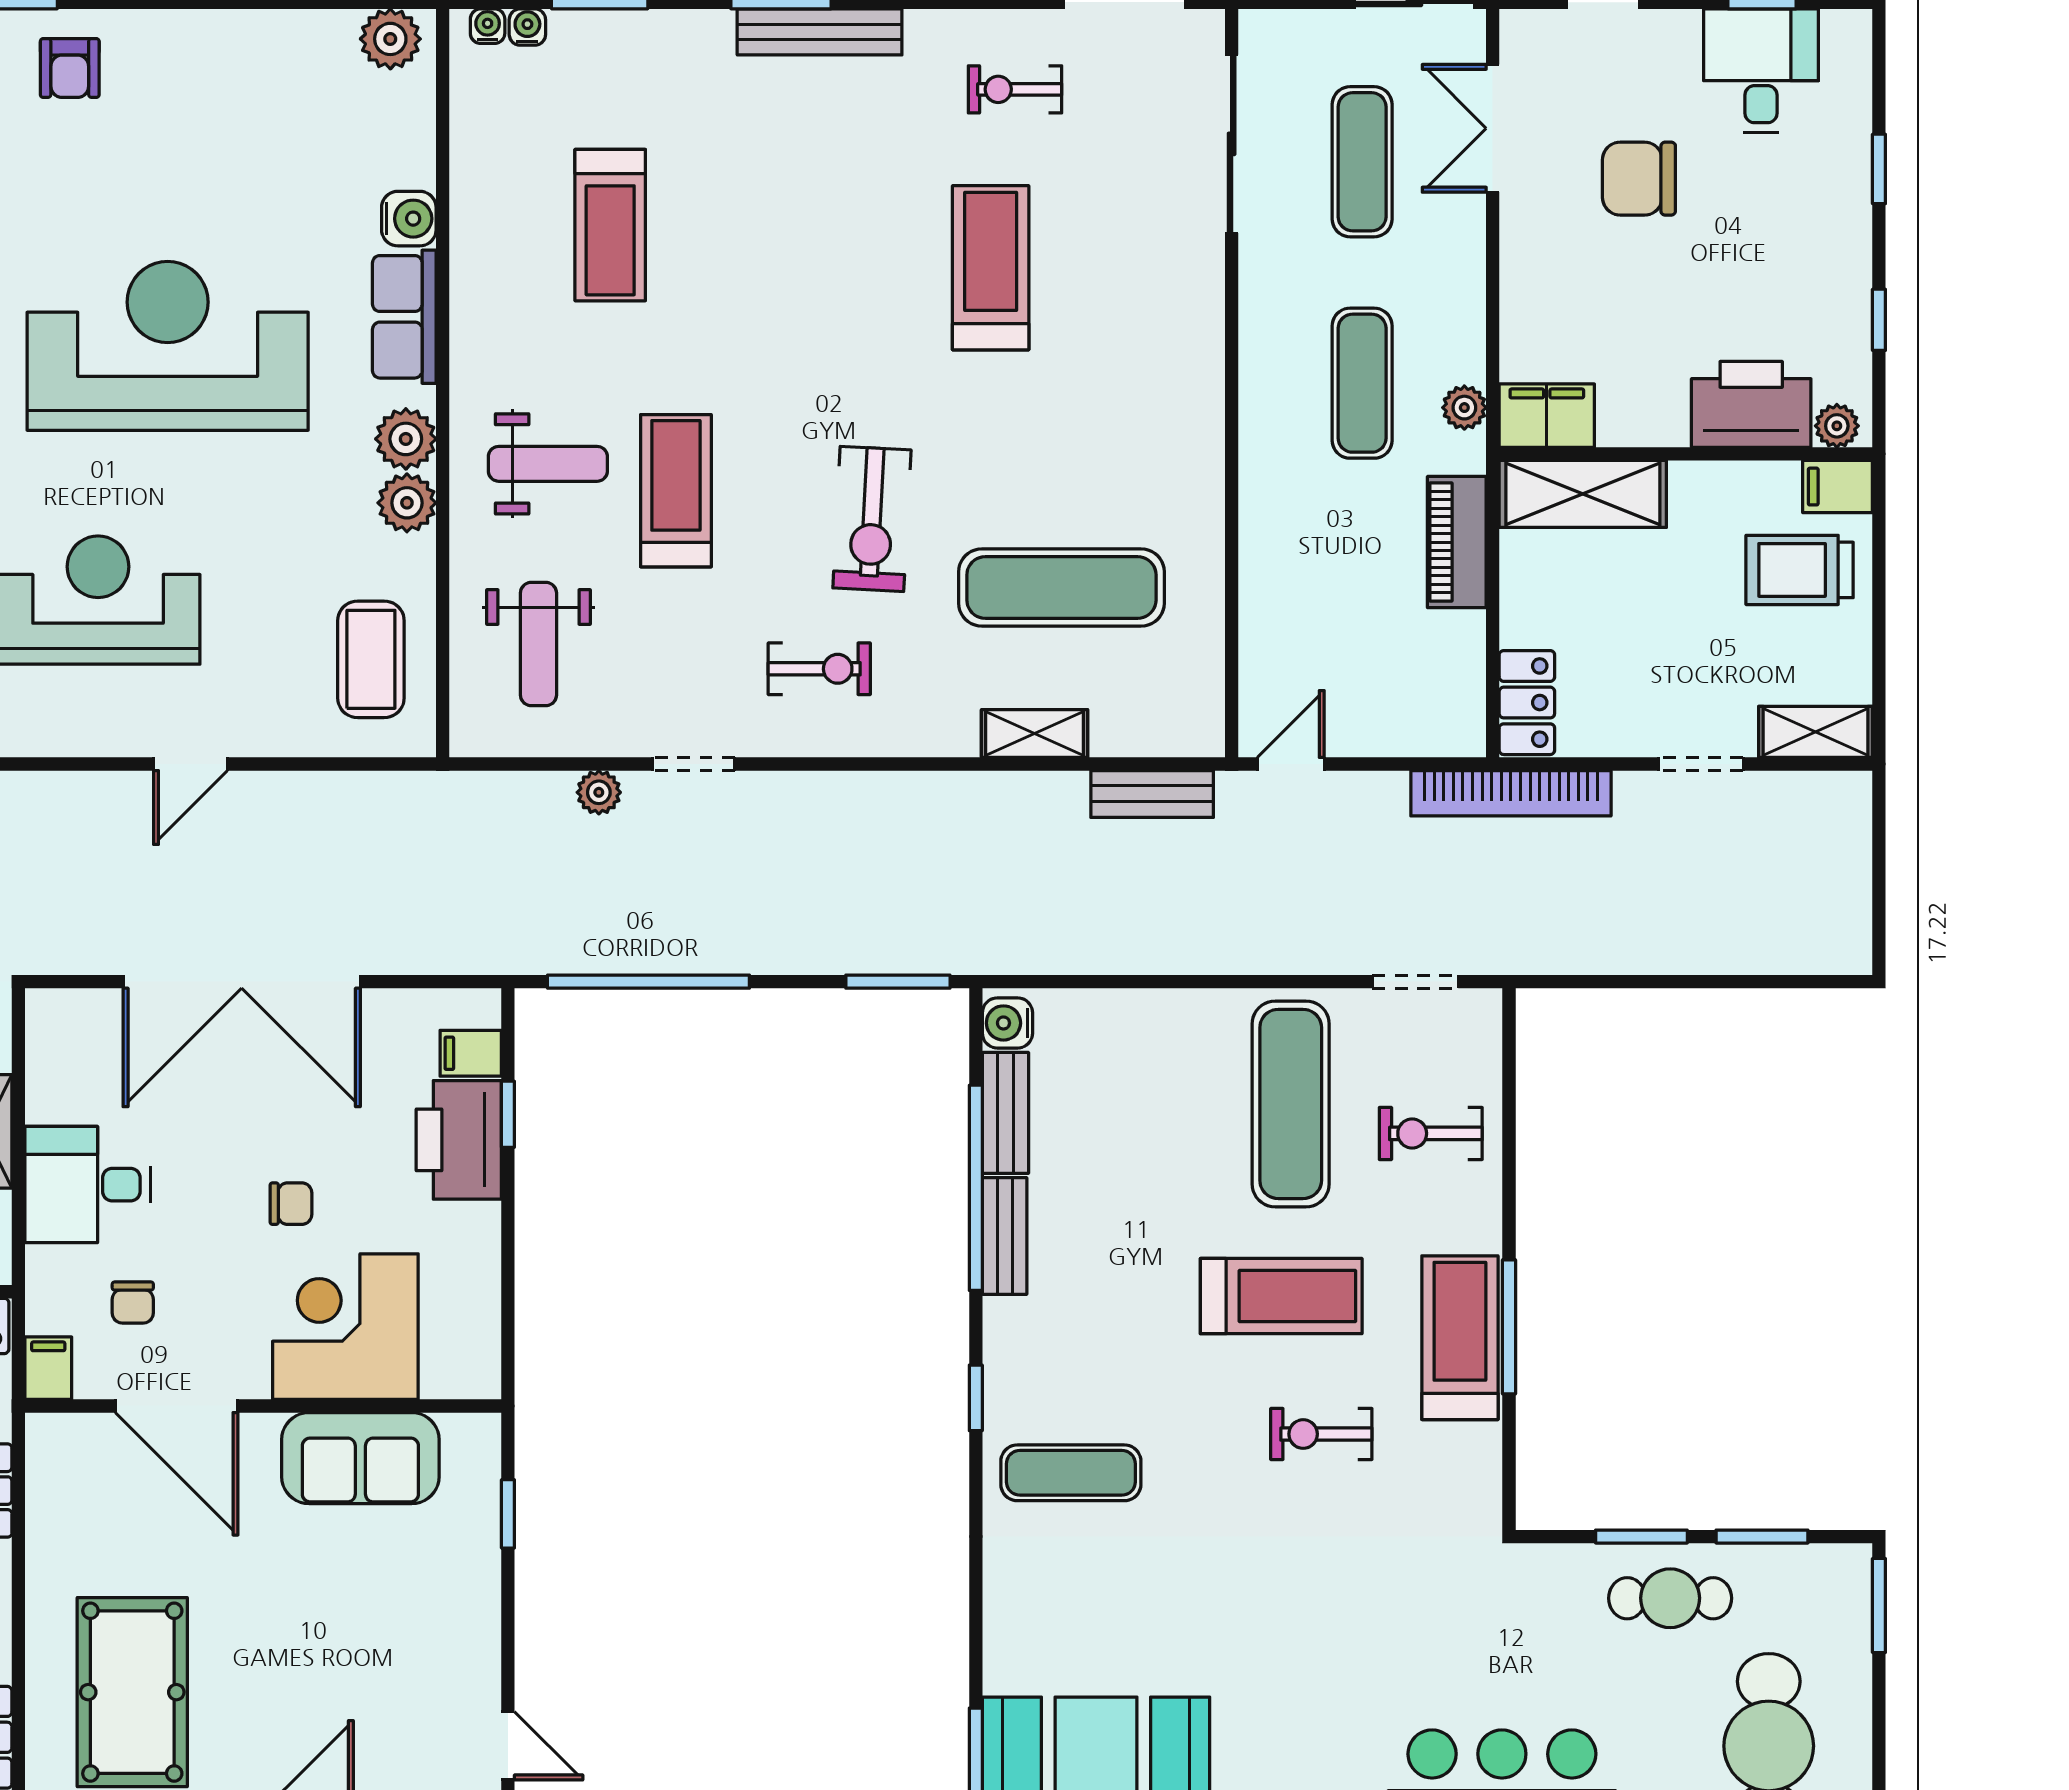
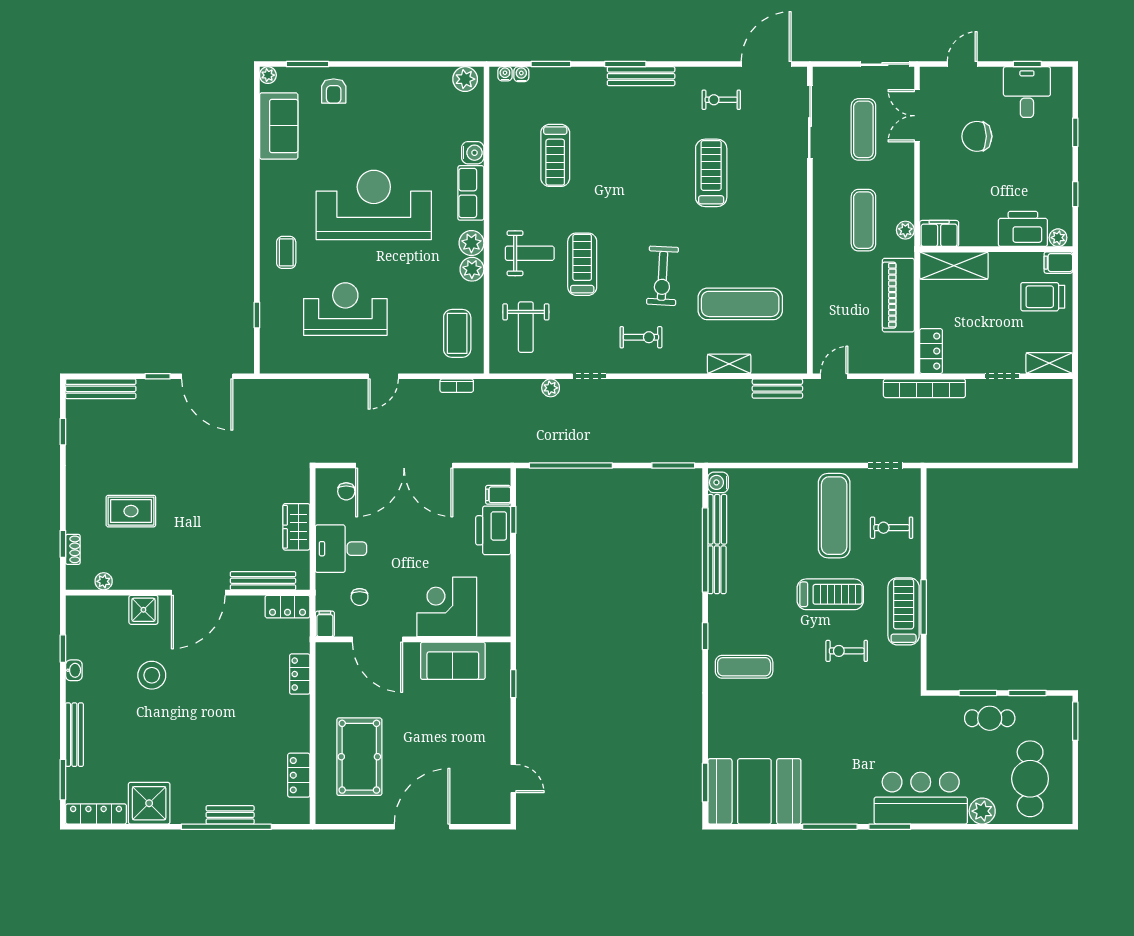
piano: (1457, 542) -> (898, 295), width x1.37, depth x1.33
bookcase: (370, 787) -> (457, 386), added
chair: (291, 1204) -> (346, 491), moved, turned 90

